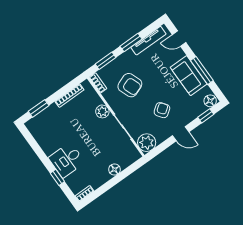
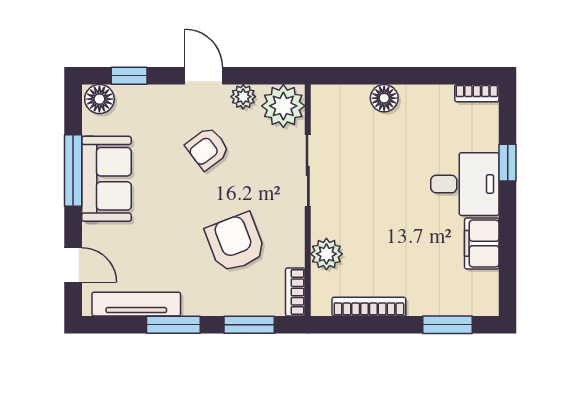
plant: (102, 111) -> (326, 254), moved
plant: (162, 136) -> (243, 97), added
filing cabinet: (47, 144) -> (482, 243), added

